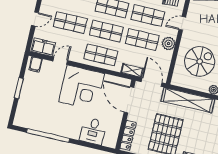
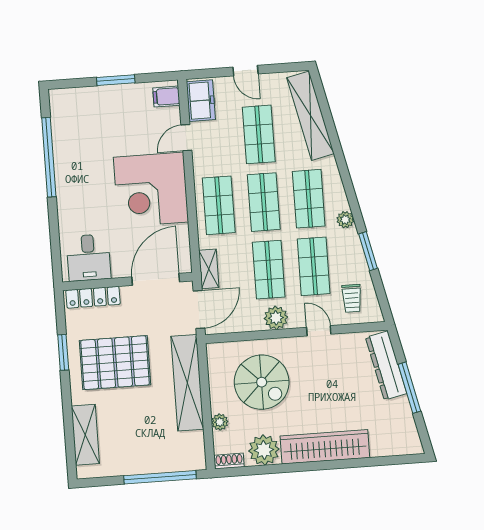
door: (60, 61) -> (186, 138), swing flipped
desk: (93, 131) -> (89, 258), moved, turned -90

